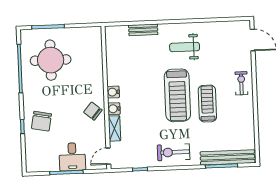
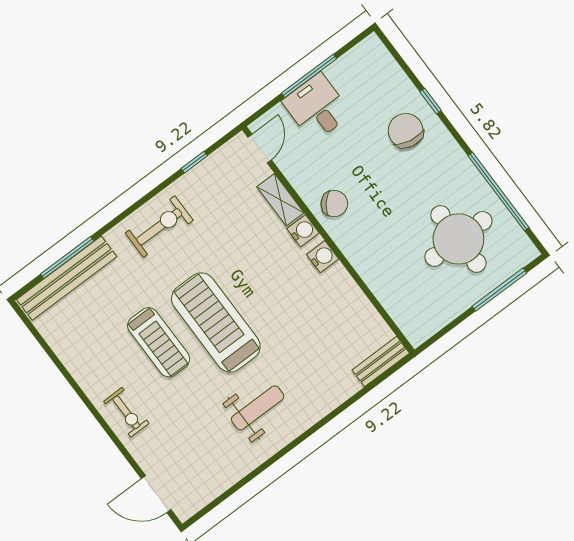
bench: (143, 30) -> (381, 362), moved

